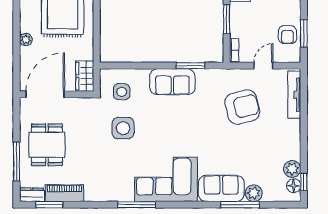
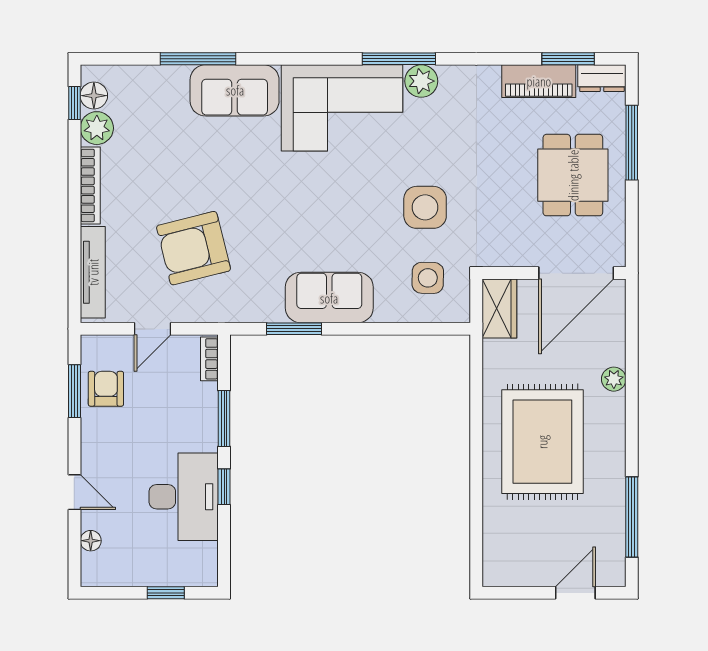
bookcase: (296, 139) -> (90, 185), added
plant: (254, 193) -> (421, 81), moved

